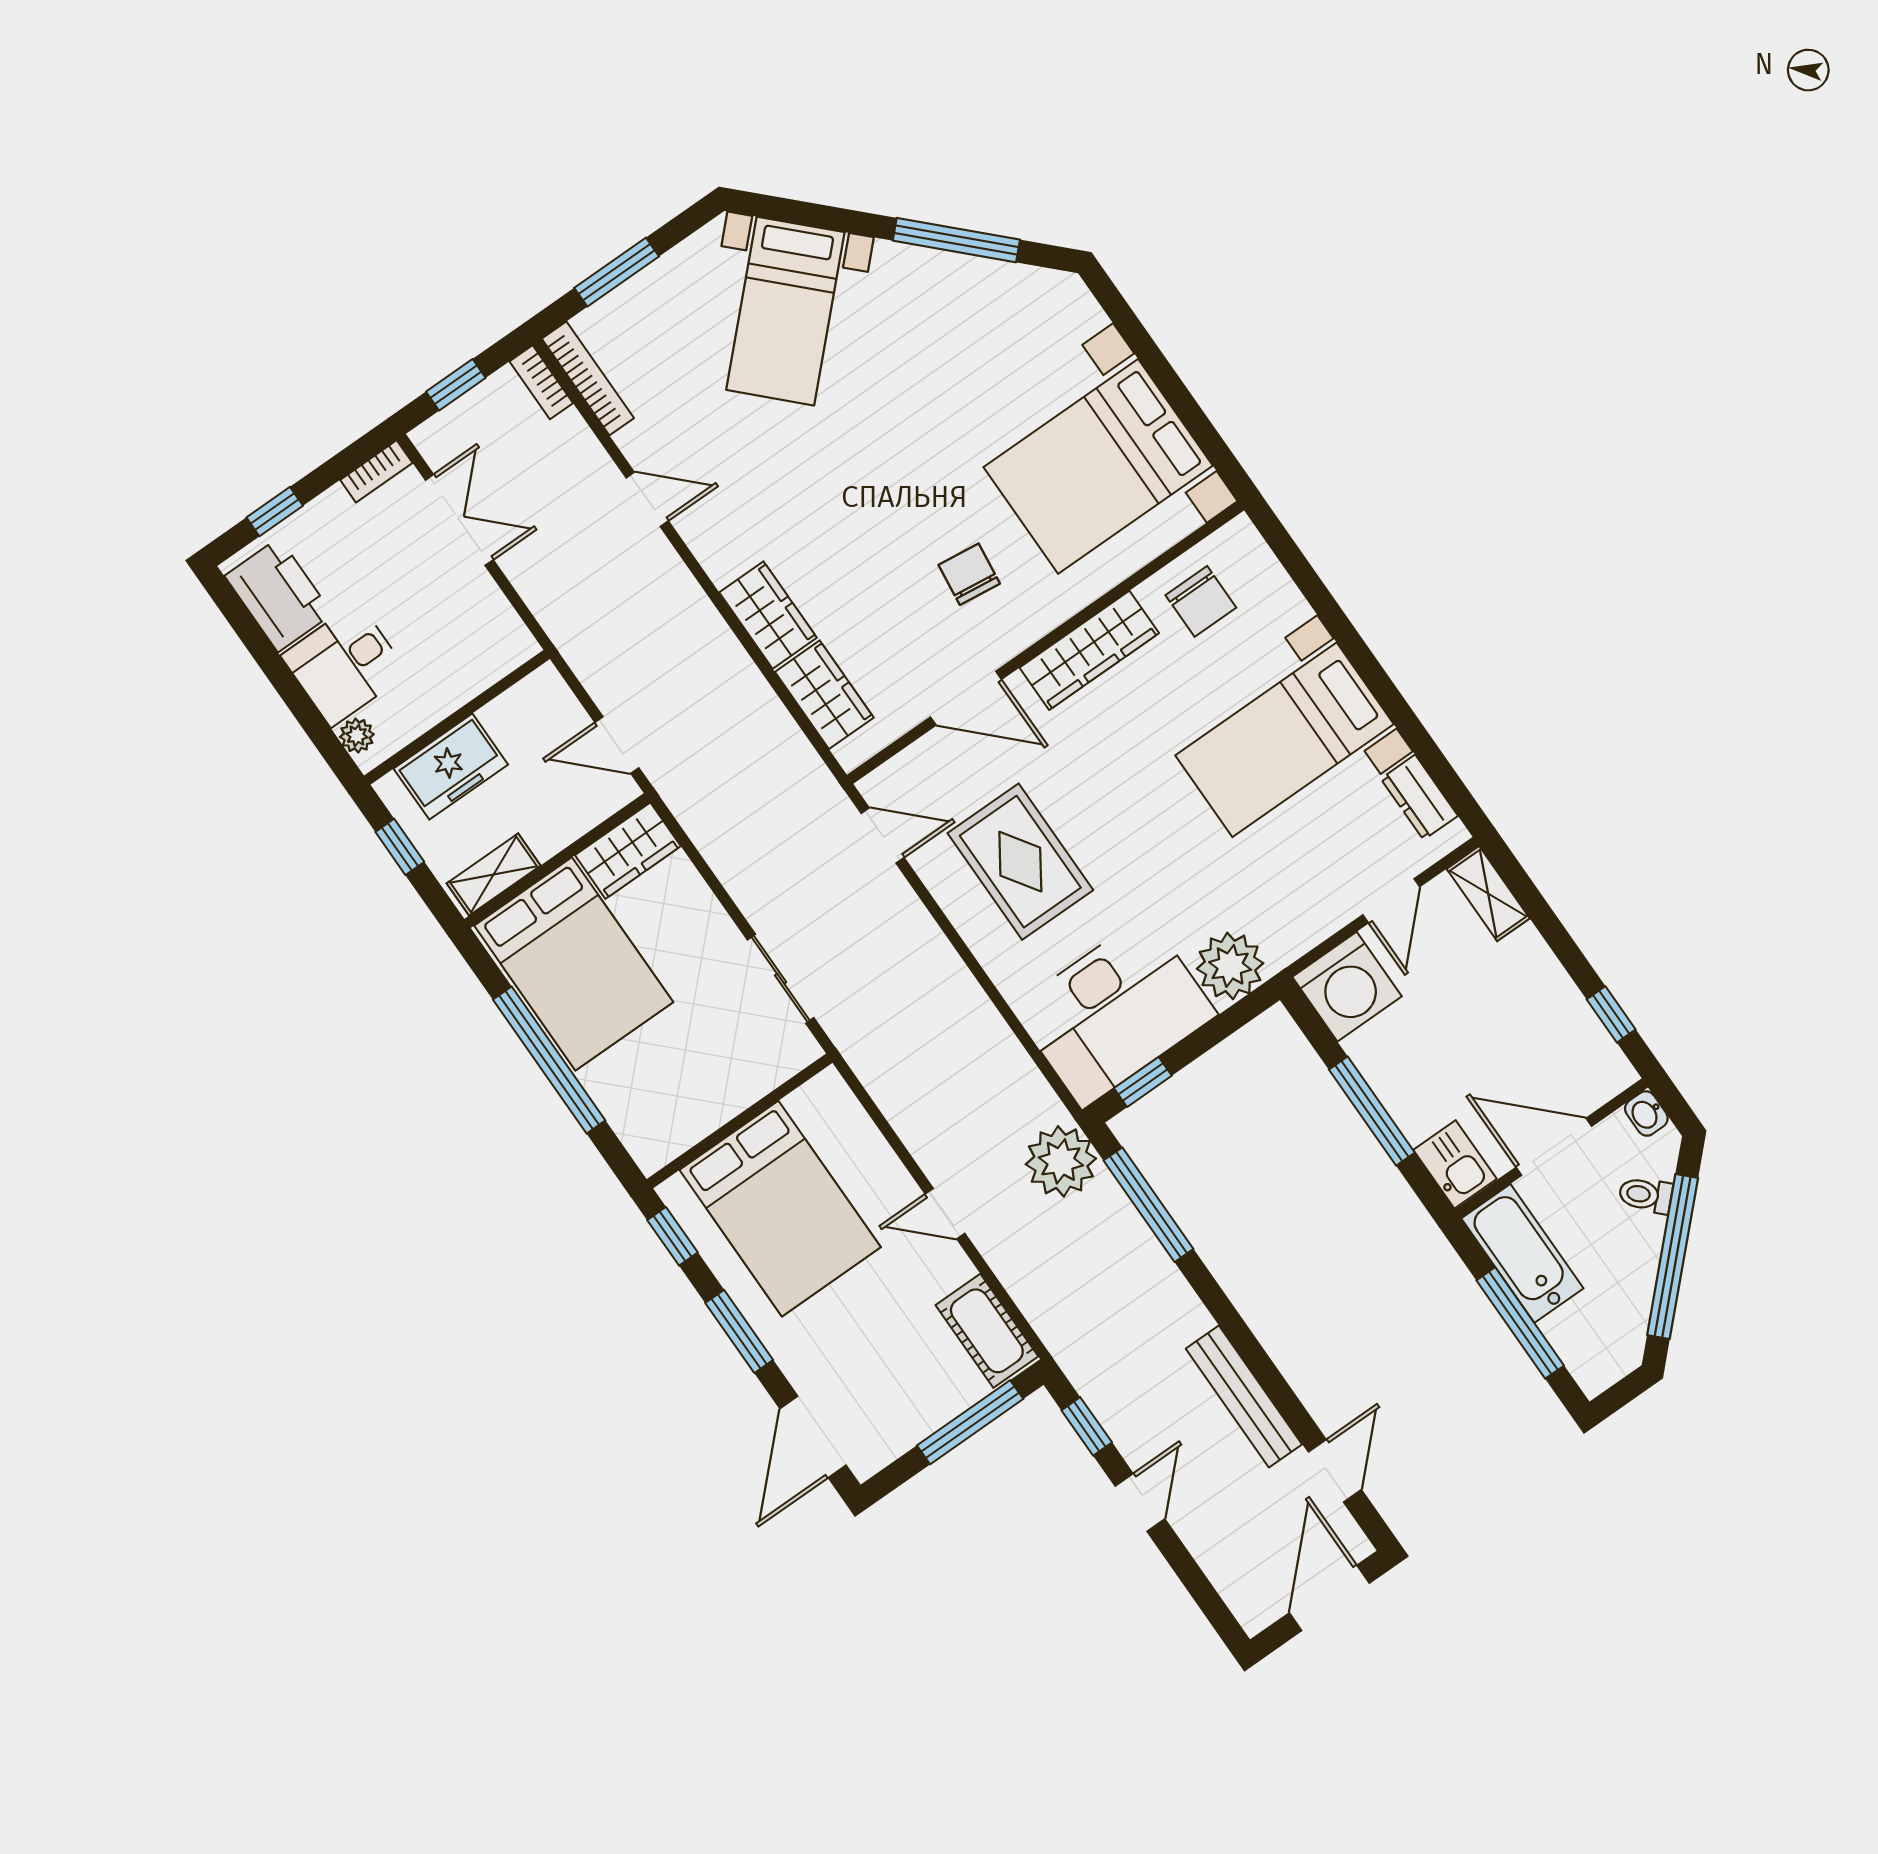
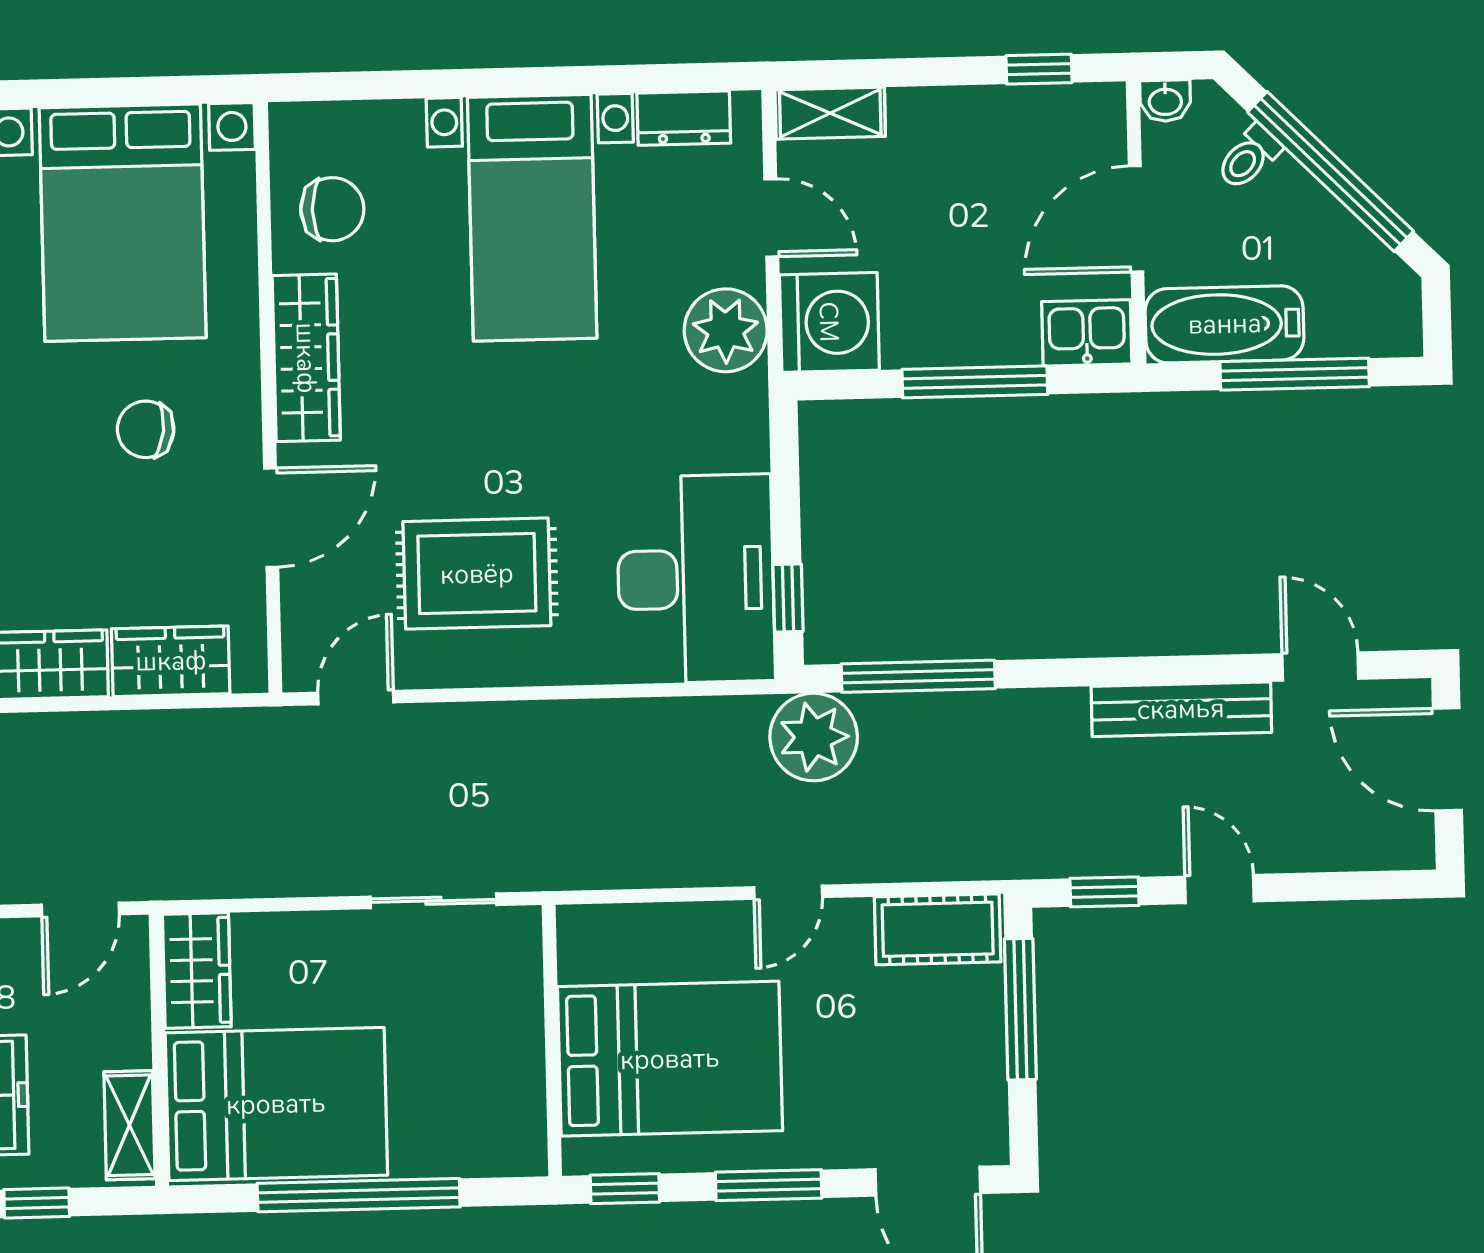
plant: (1230, 966) -> (726, 330), moved

